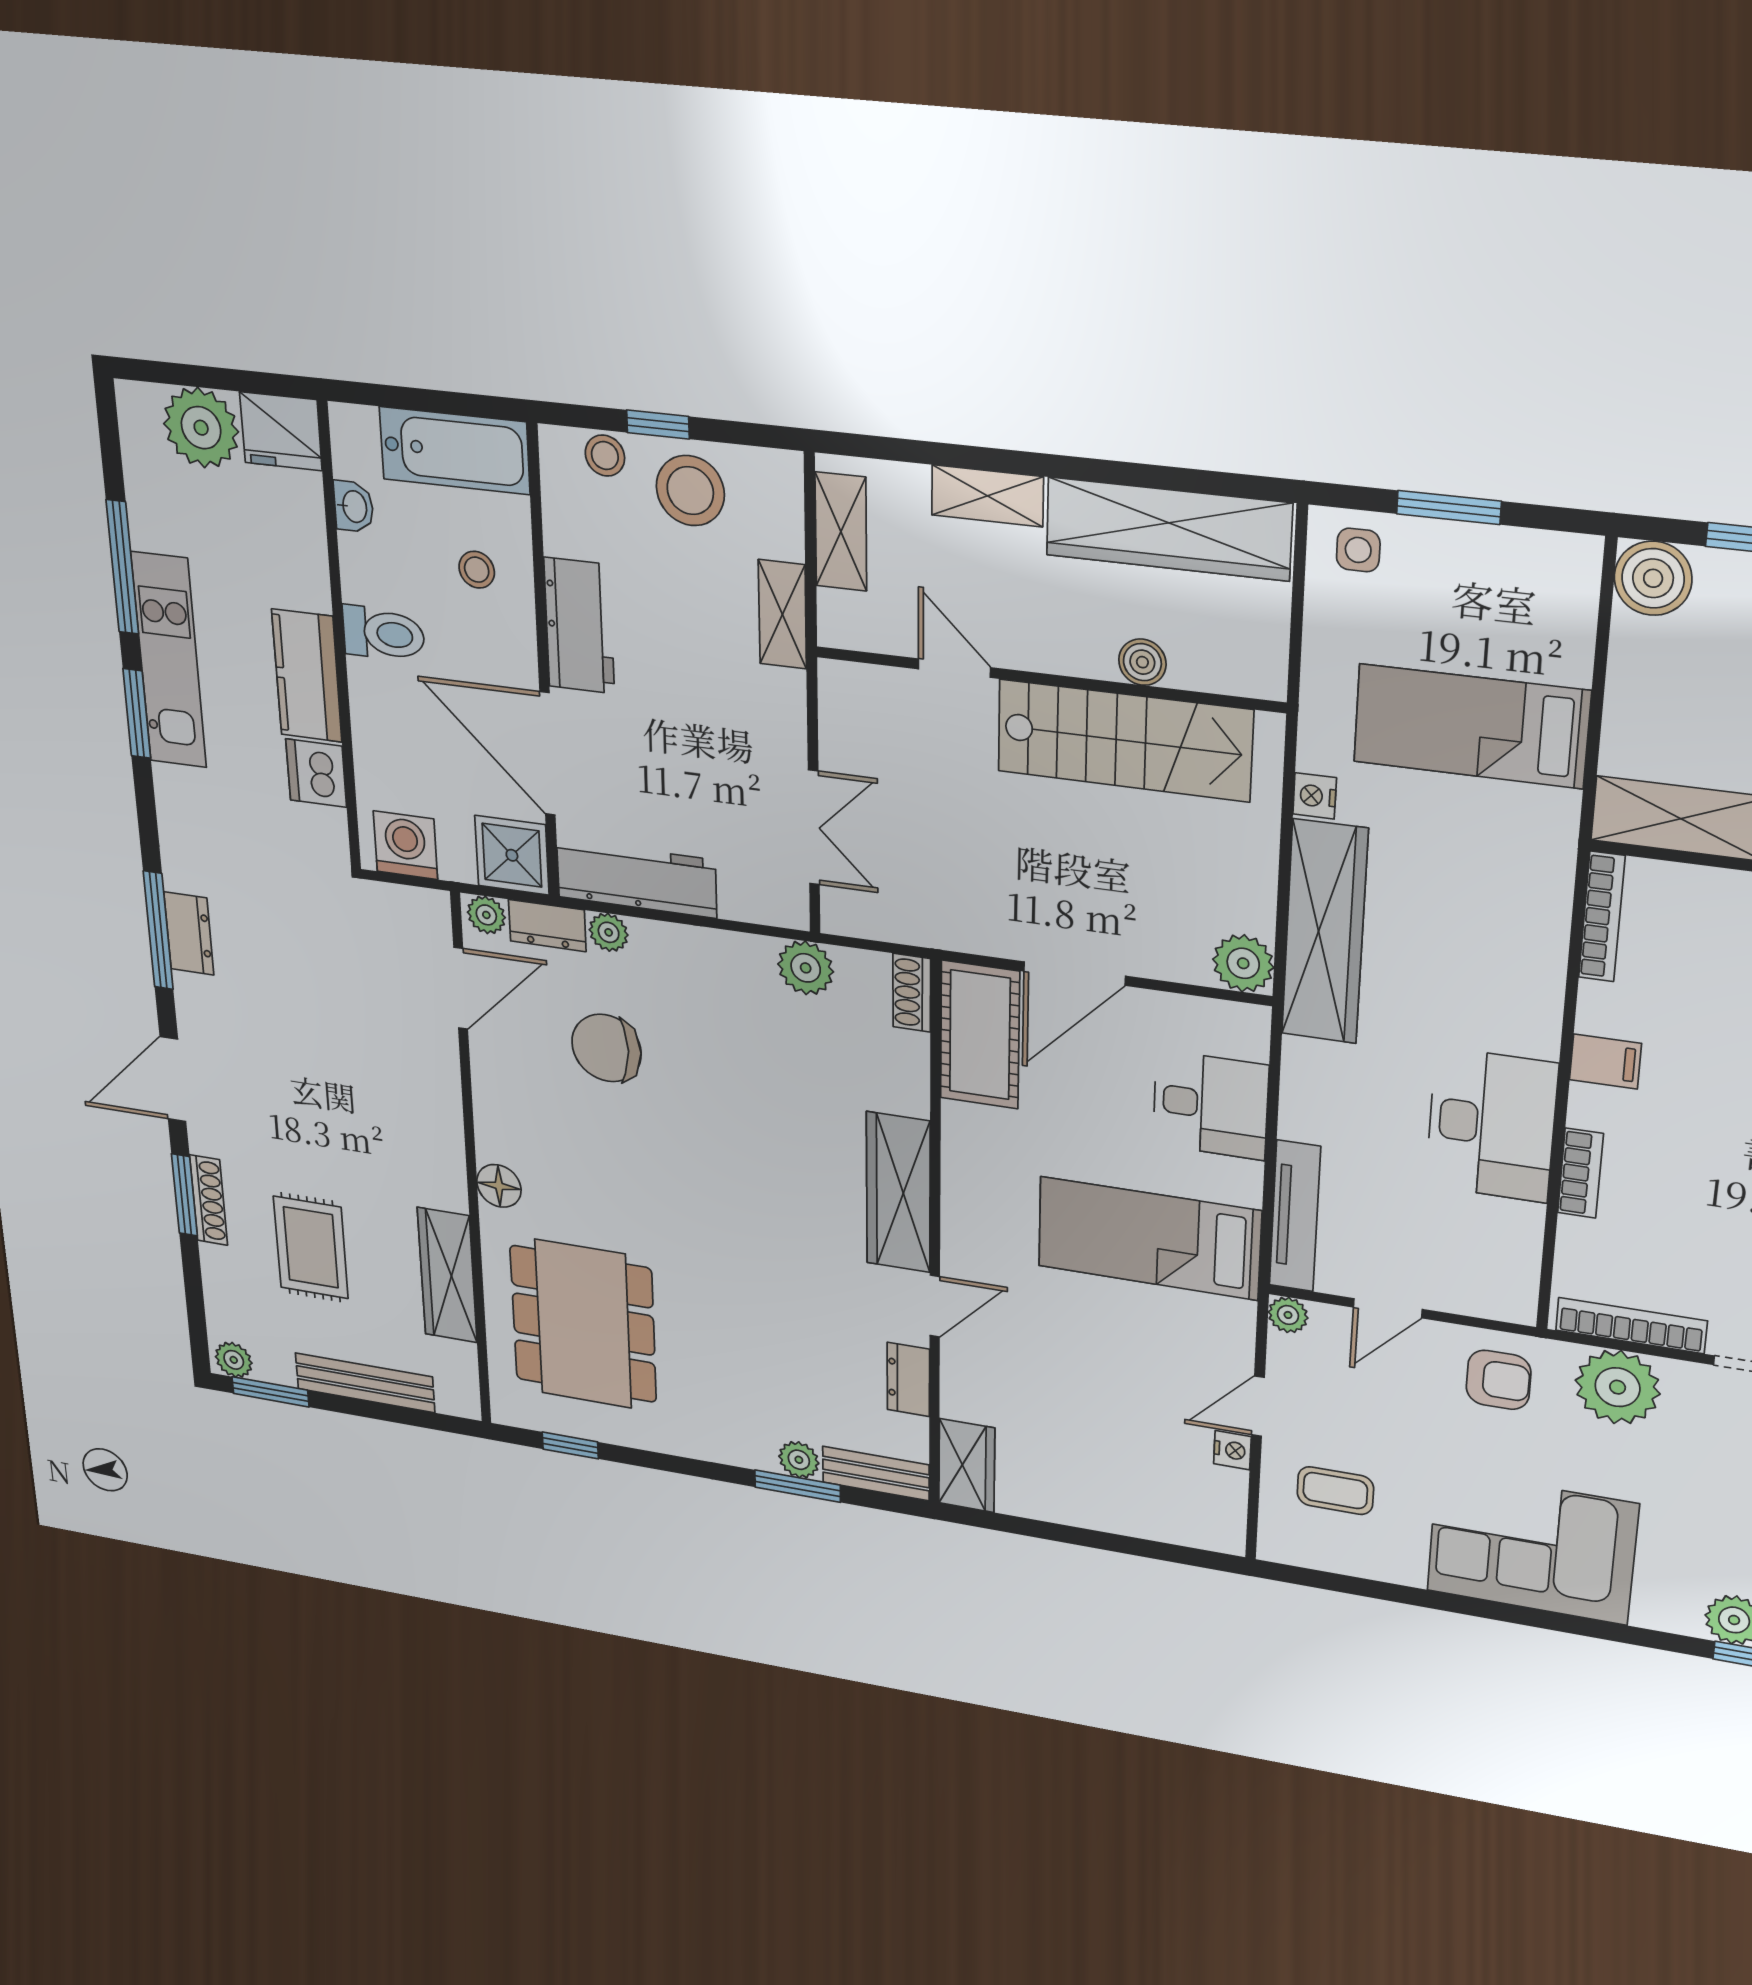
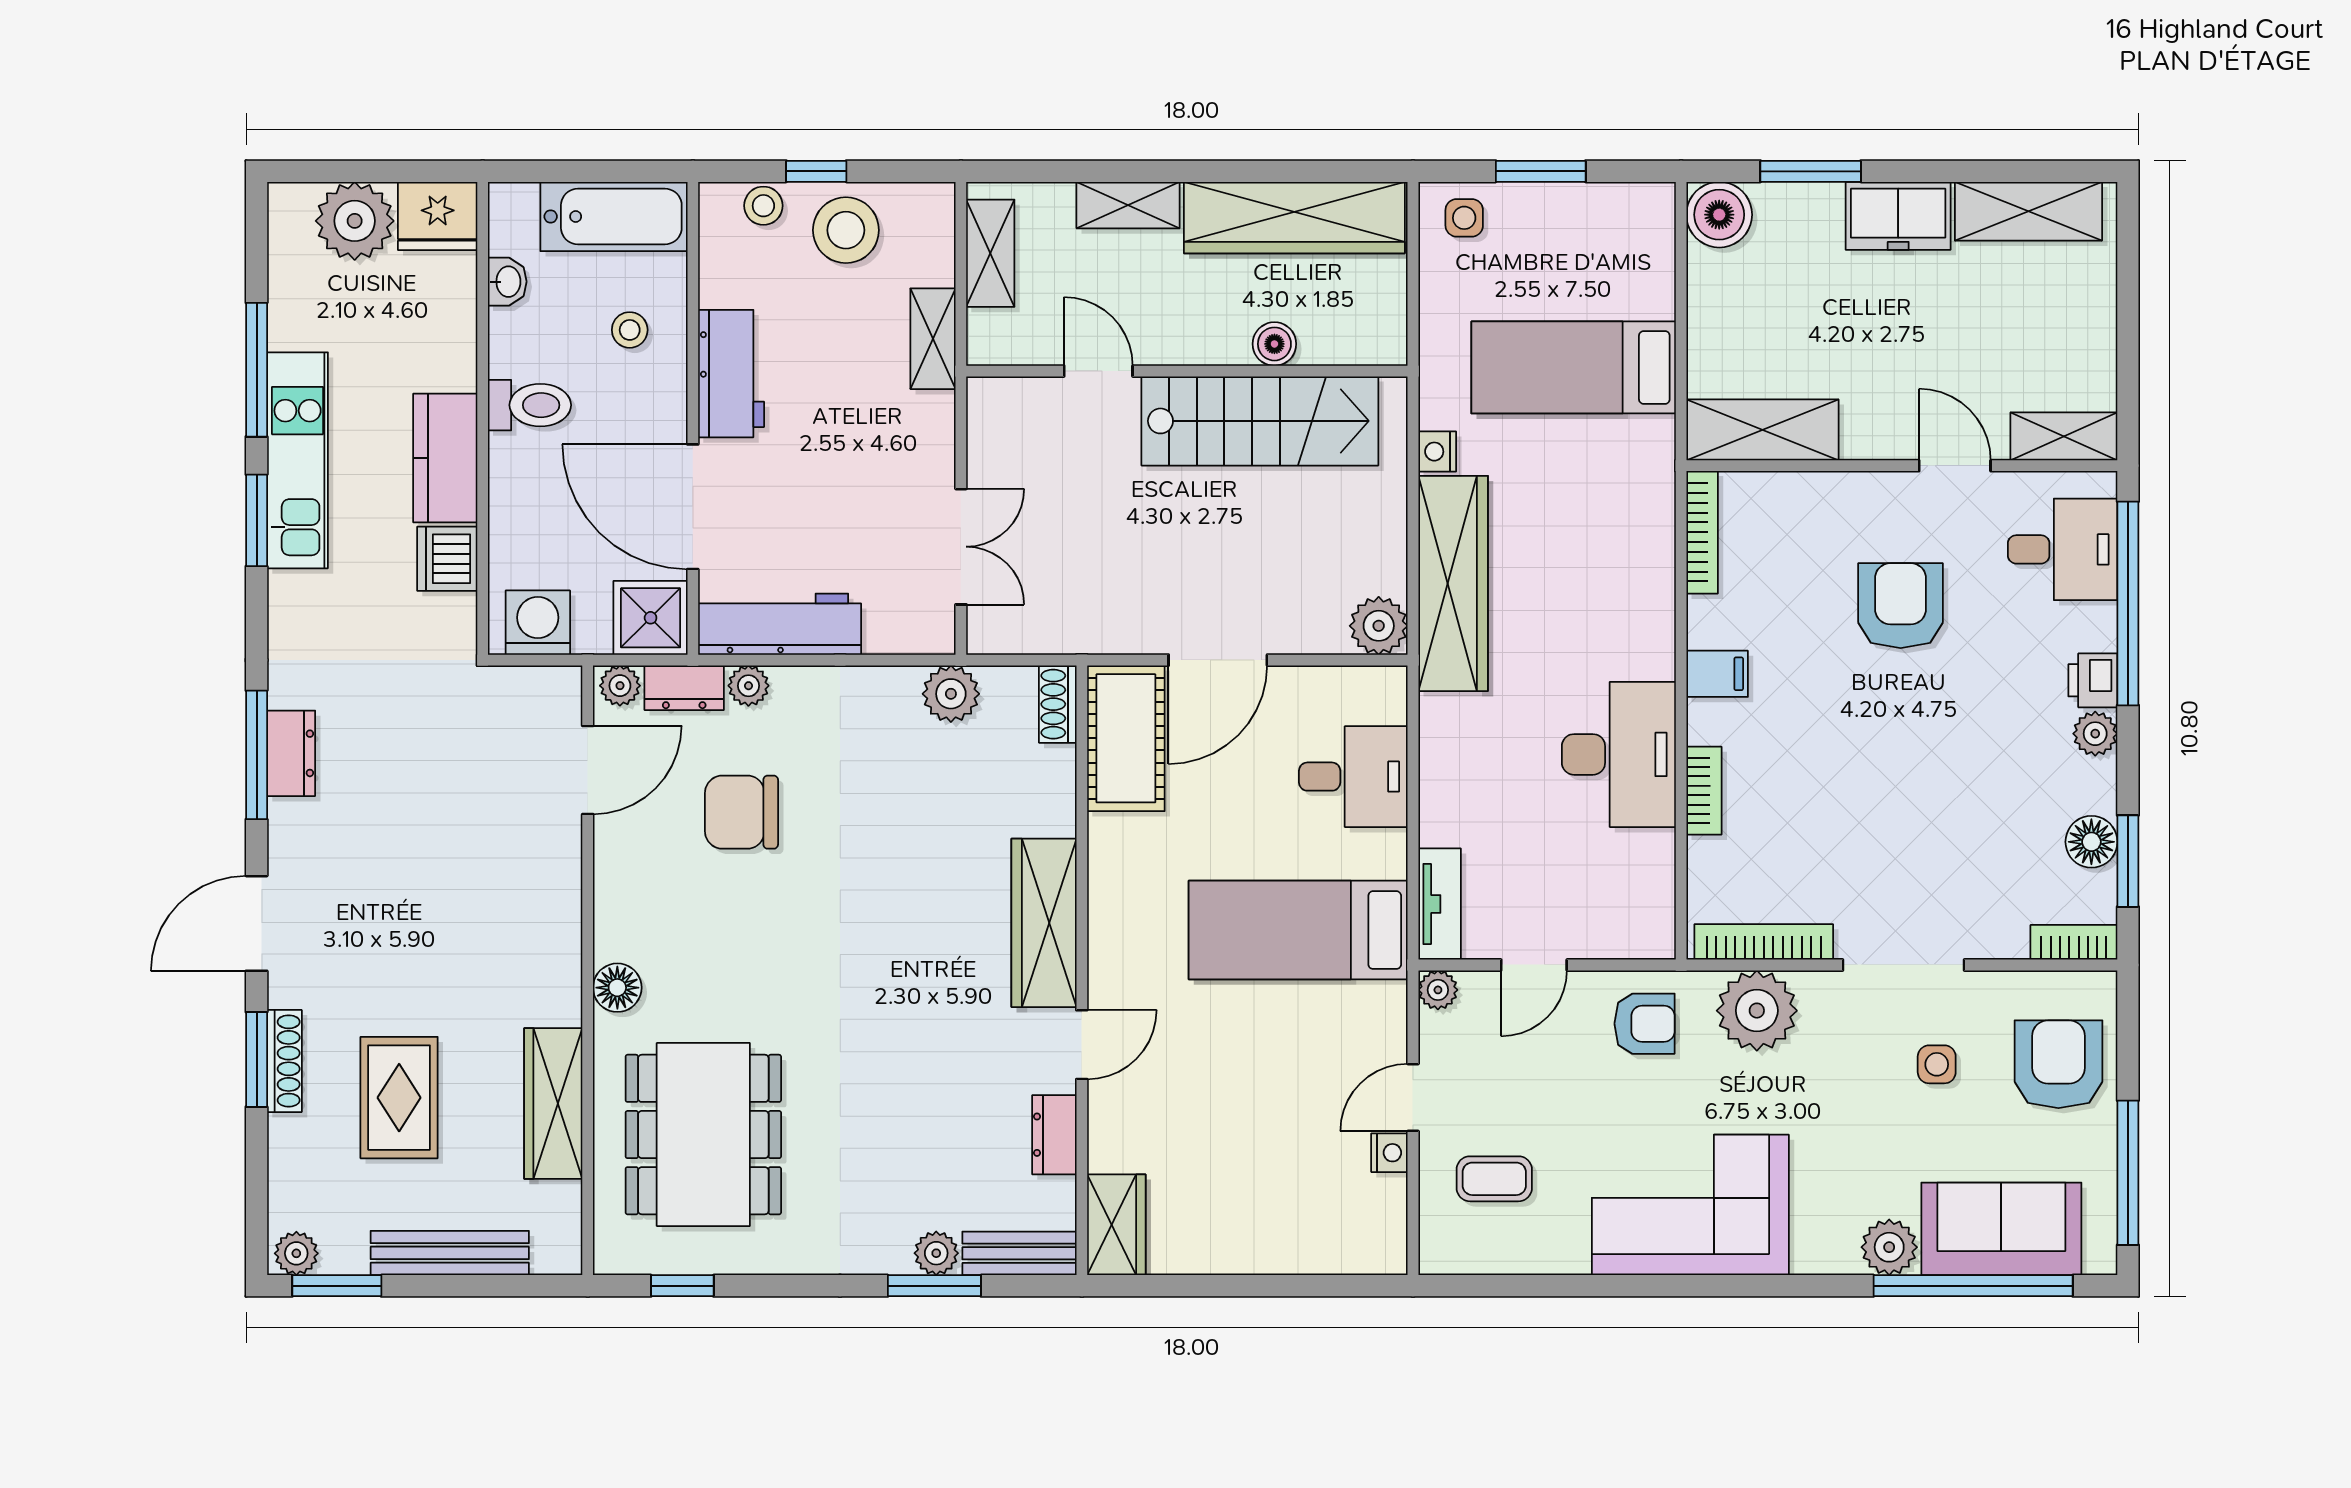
tv unit: (1295, 1216) -> (1440, 904), width x0.71

